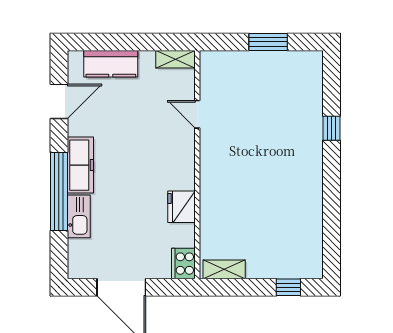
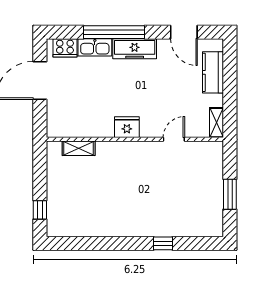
fridge: (182, 207) -> (127, 127), moved
cooker: (183, 264) -> (65, 48), moved, turned 180
shelving: (224, 269) -> (79, 148), moved, turned 90

